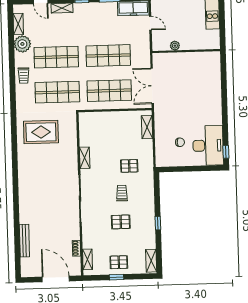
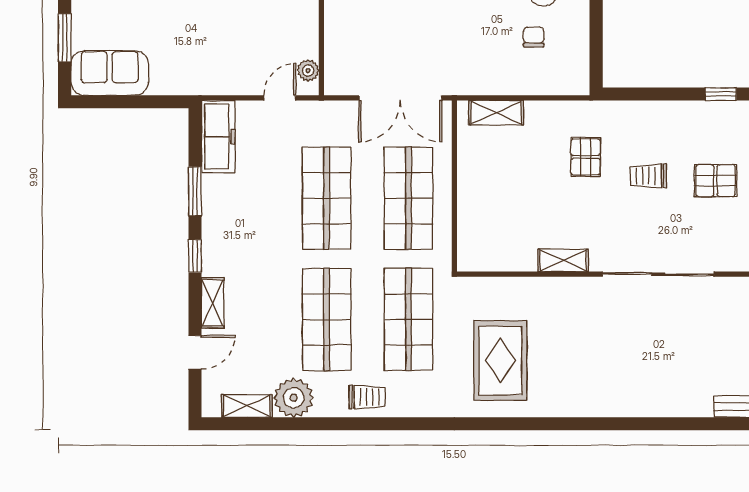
door: (150, 23) -> (280, 98), moved
plant: (175, 46) -> (308, 70), moved
pallet: (121, 222) -> (715, 181), turned 90

